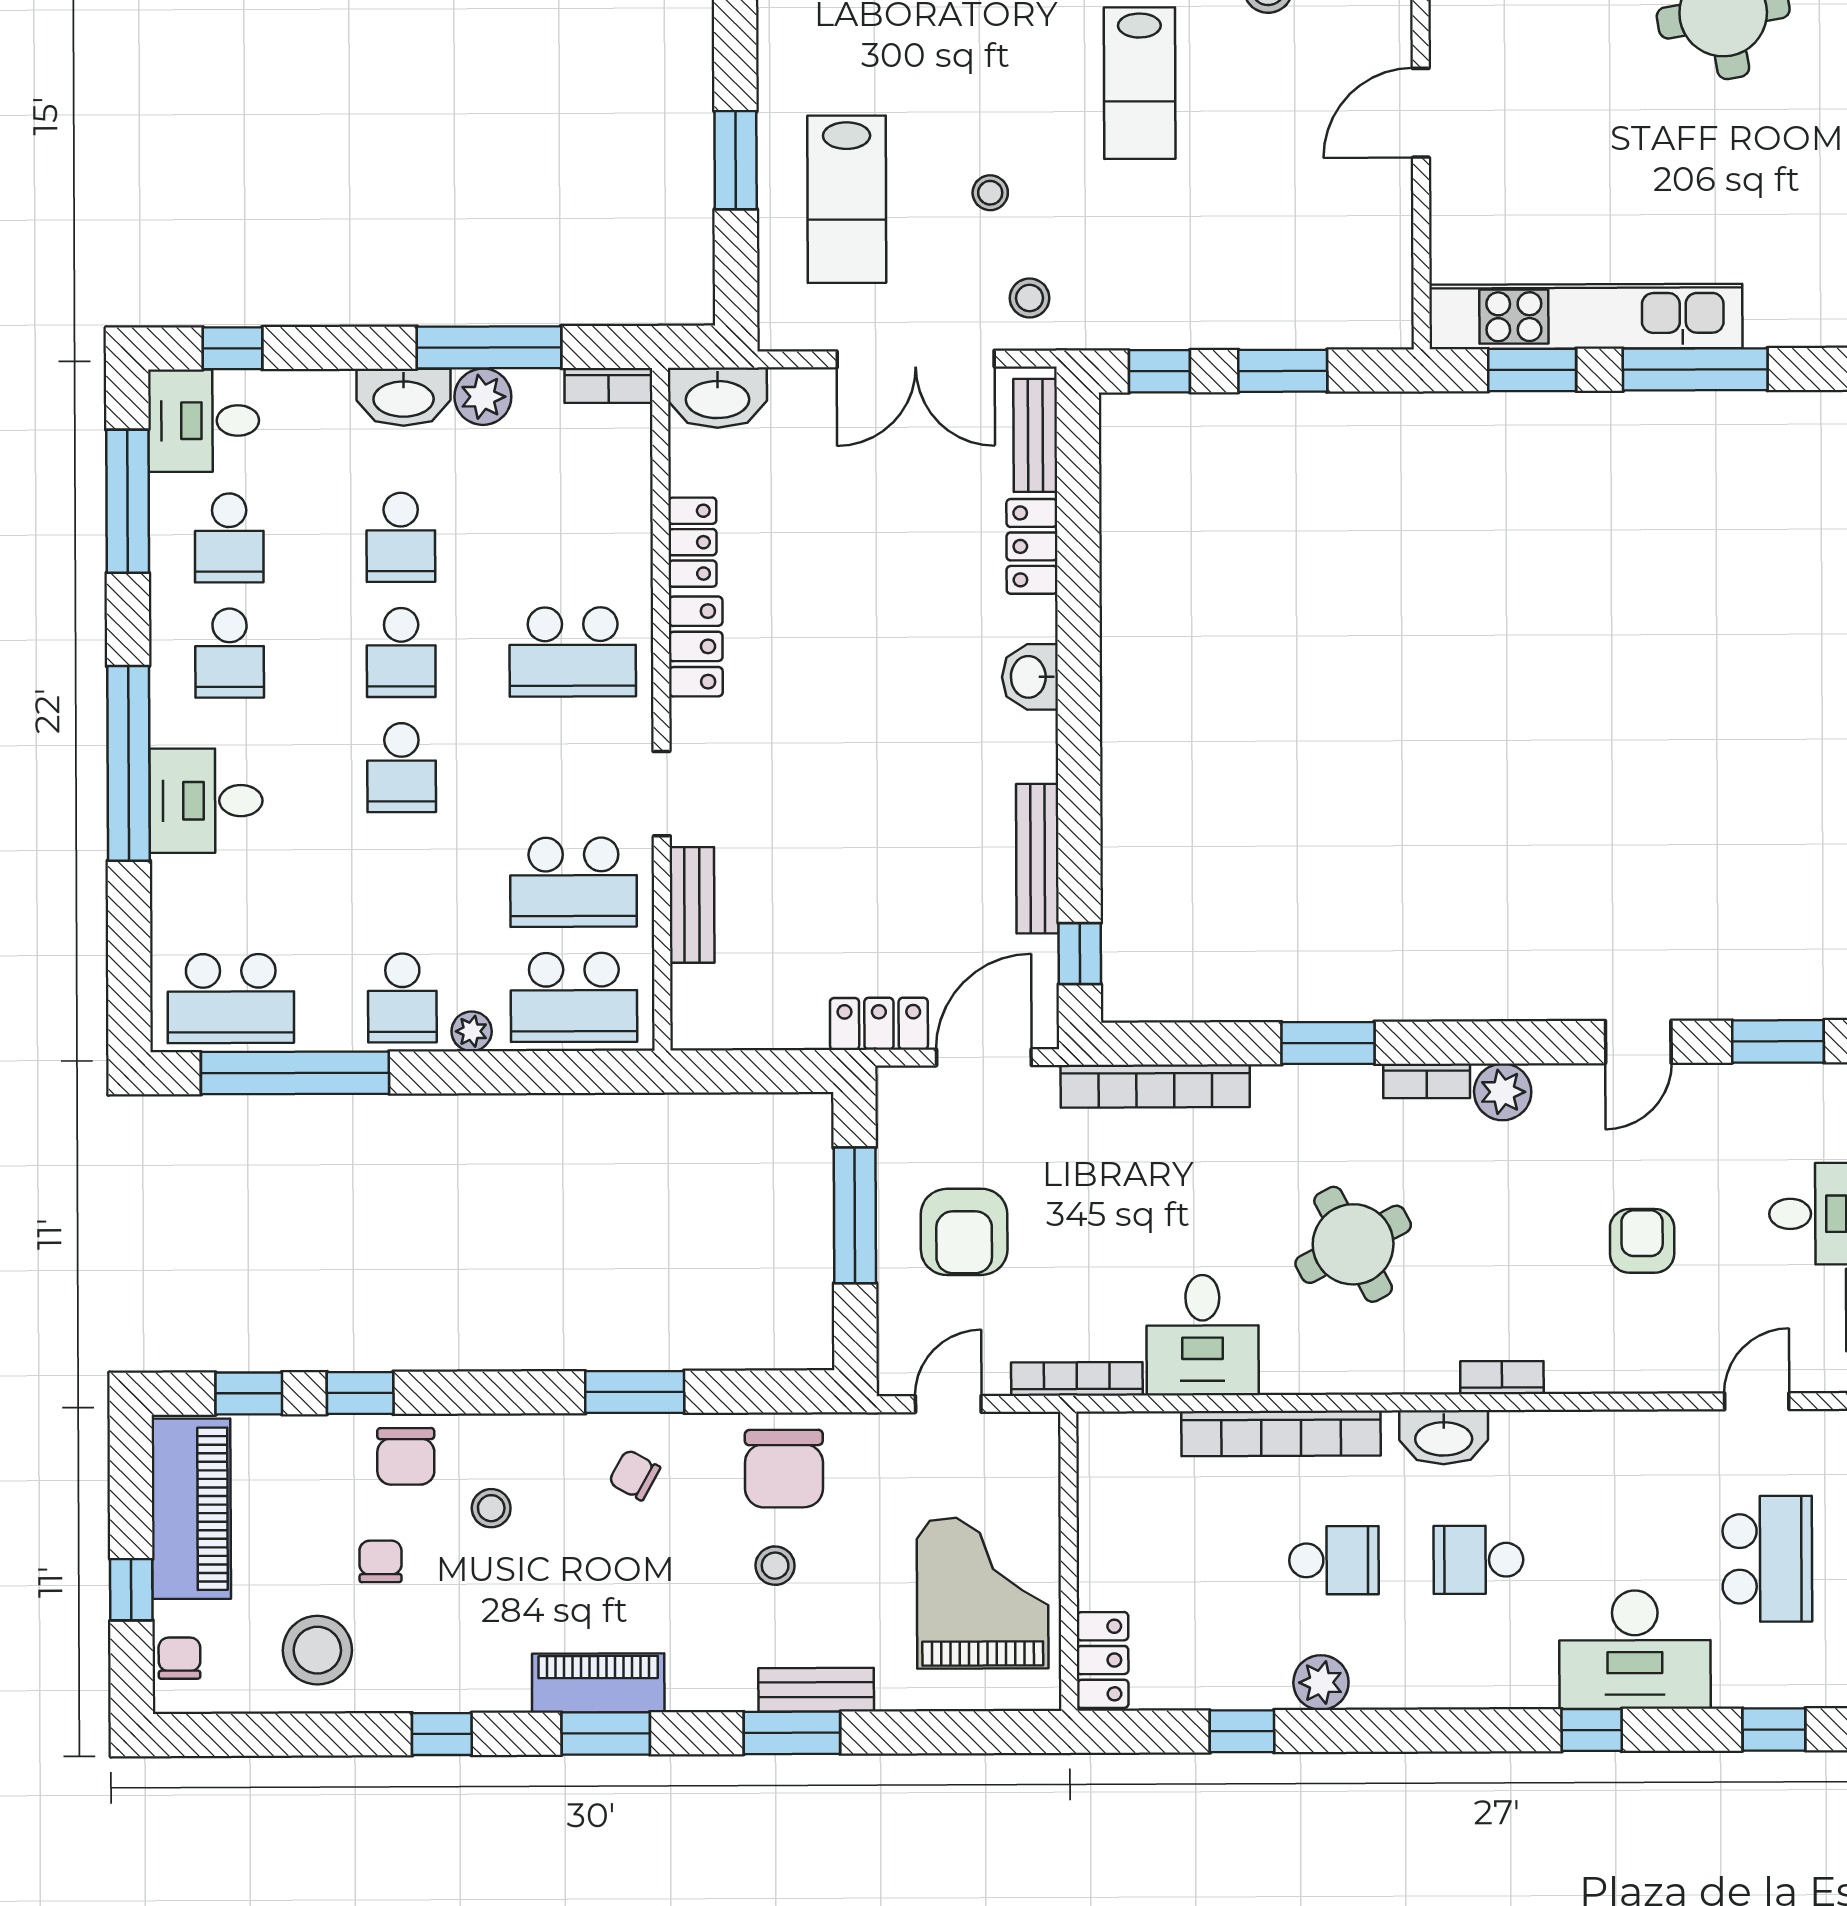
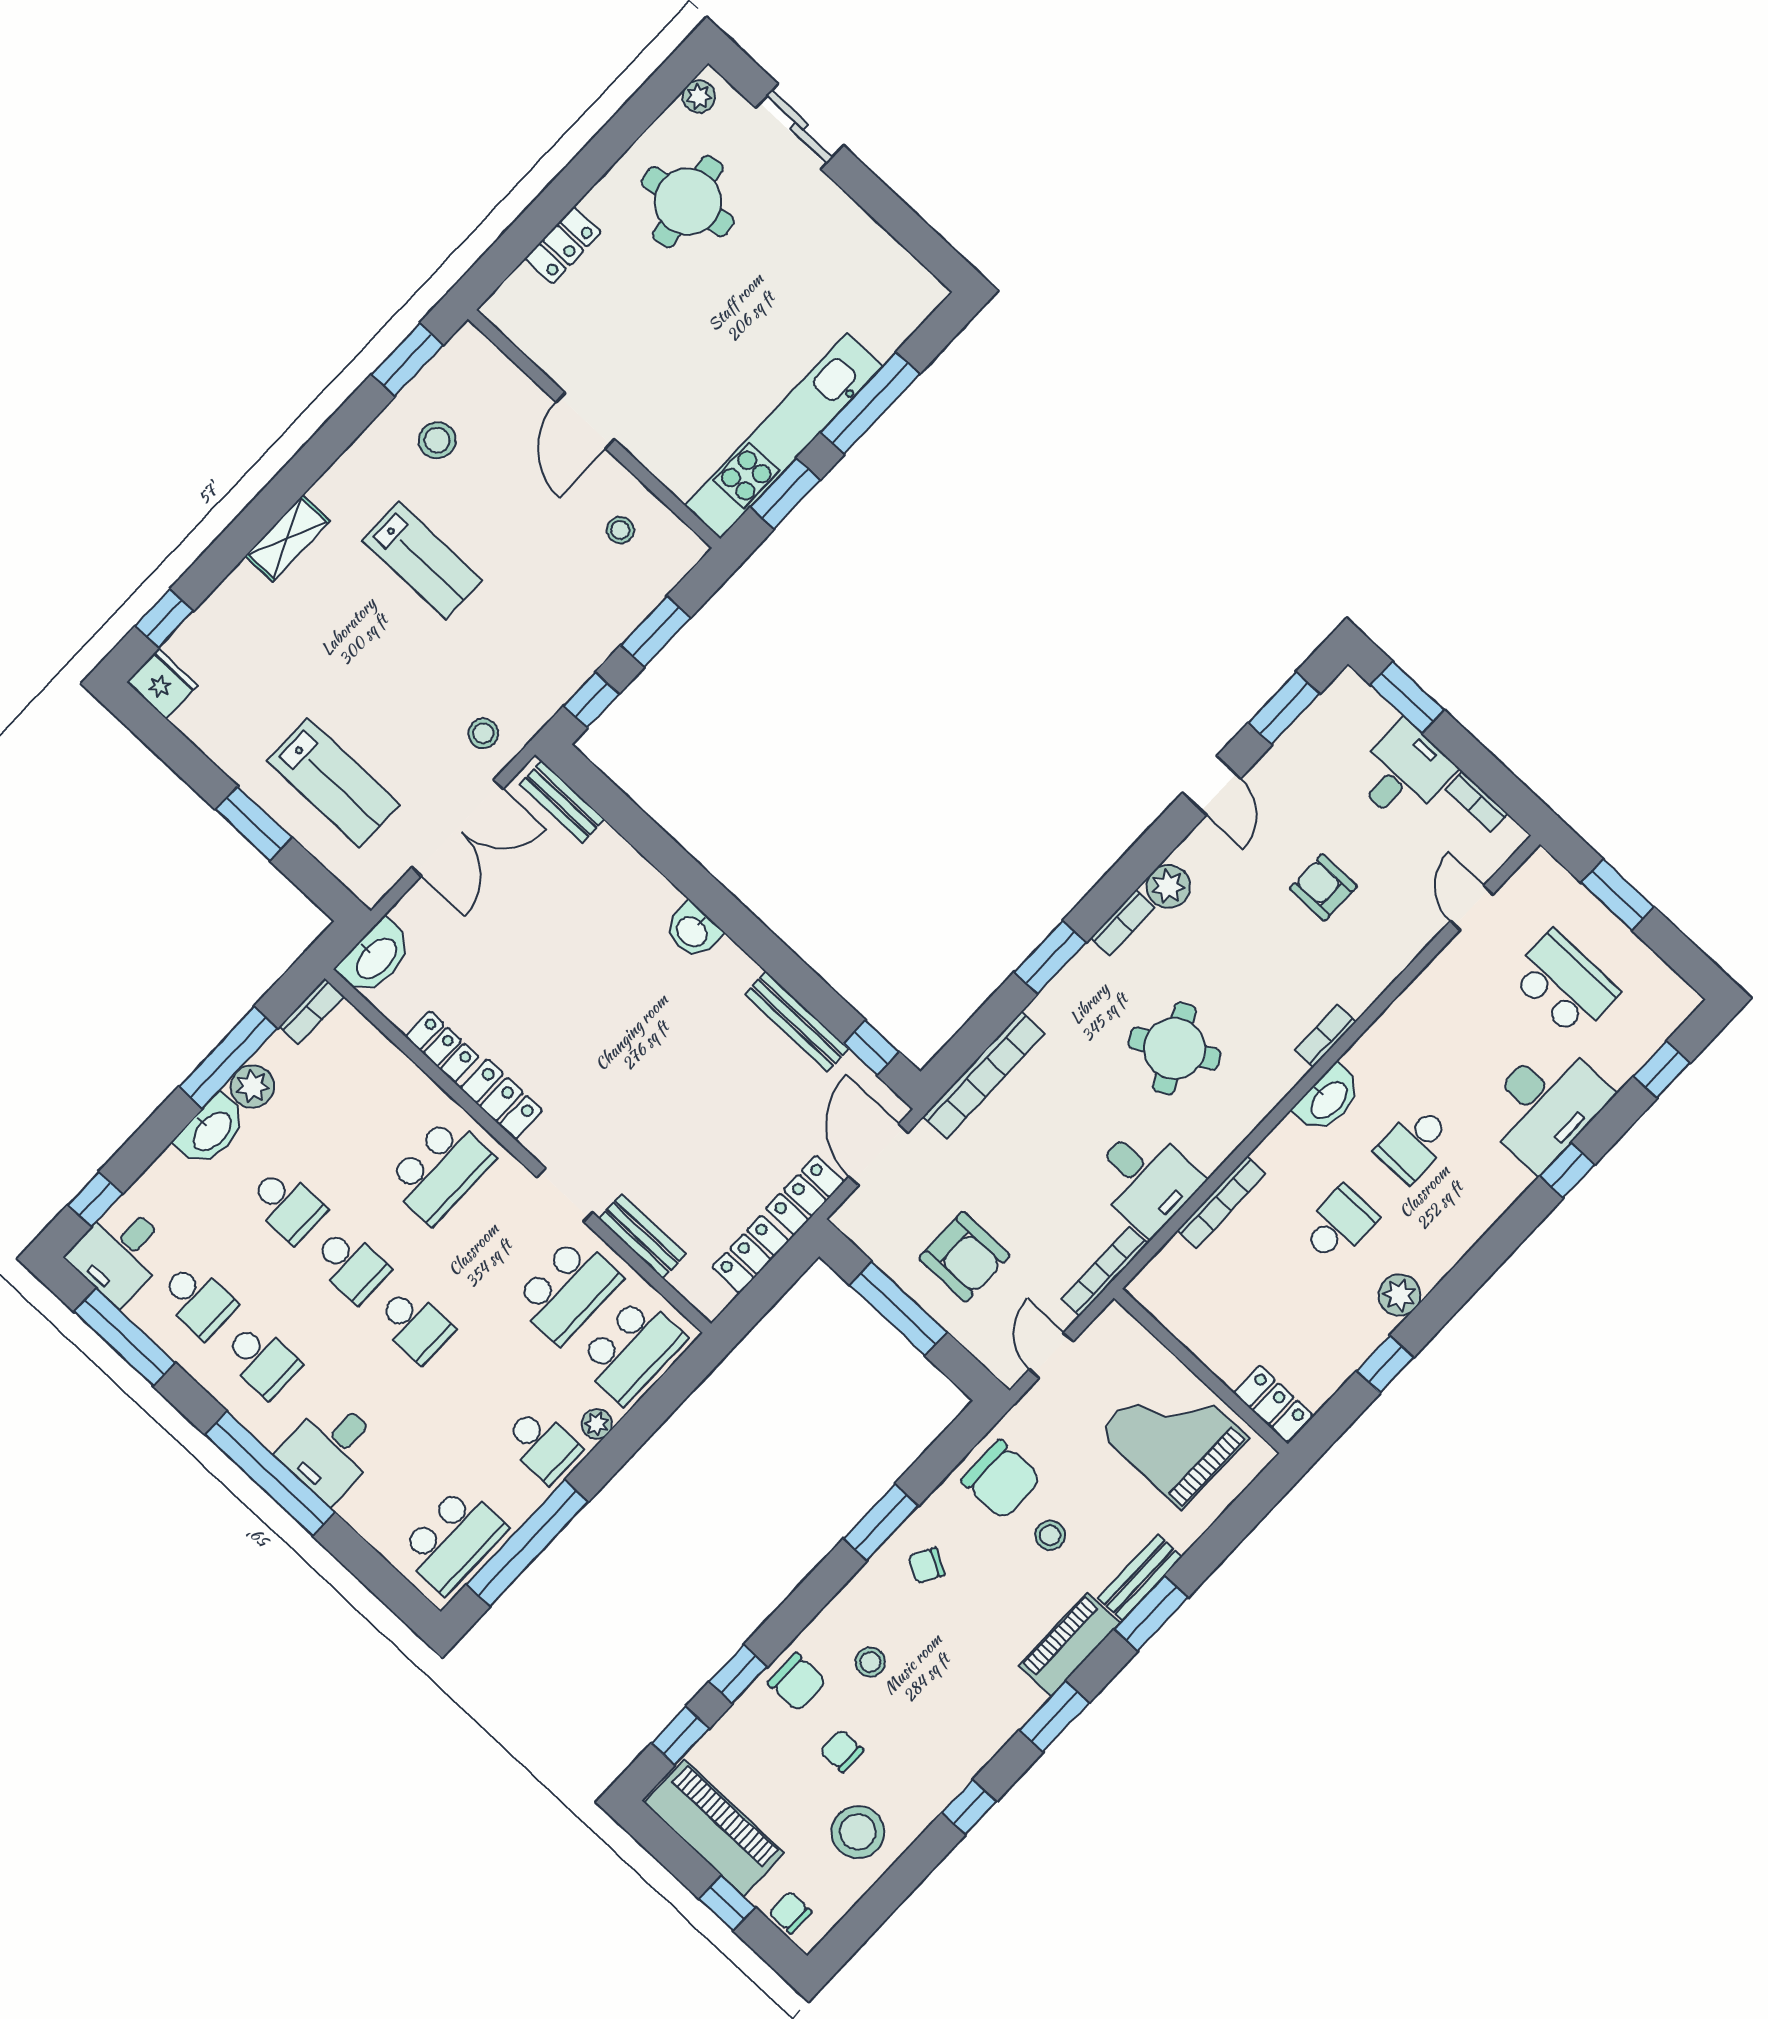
stool: (990, 193) -> (620, 530), moved
locker: (1032, 546) -> (750, 1254), moved, turned 90
bookcase: (1281, 1433) -> (1221, 1202), width x0.68, depth x0.76
piano: (598, 1683) -> (1069, 1644), moved

